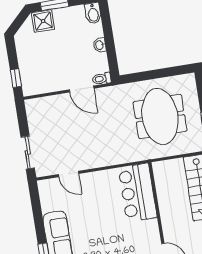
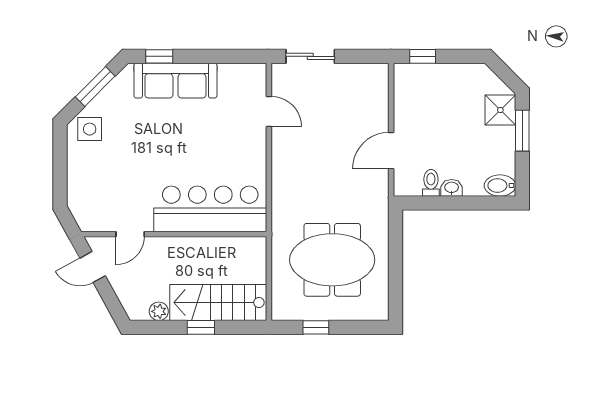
toilet: (102, 79) -> (431, 183), moved
door: (69, 174) -> (269, 111), swing flipped
bar counter: (138, 193) -> (210, 209), width x1.36

